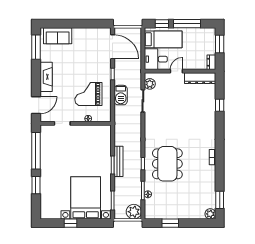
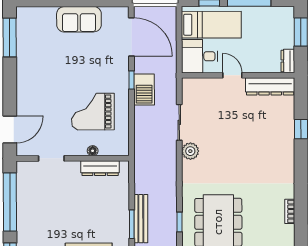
sofa: (58, 36) -> (79, 19), moved
door: (176, 71) -> (232, 75), hinge flipped
fireplace: (46, 77) -> (26, 85), removed
plant: (150, 84) -> (190, 151), moved
barbecue: (121, 95) -> (144, 89), moved
dresser: (93, 130) -> (100, 168), added

